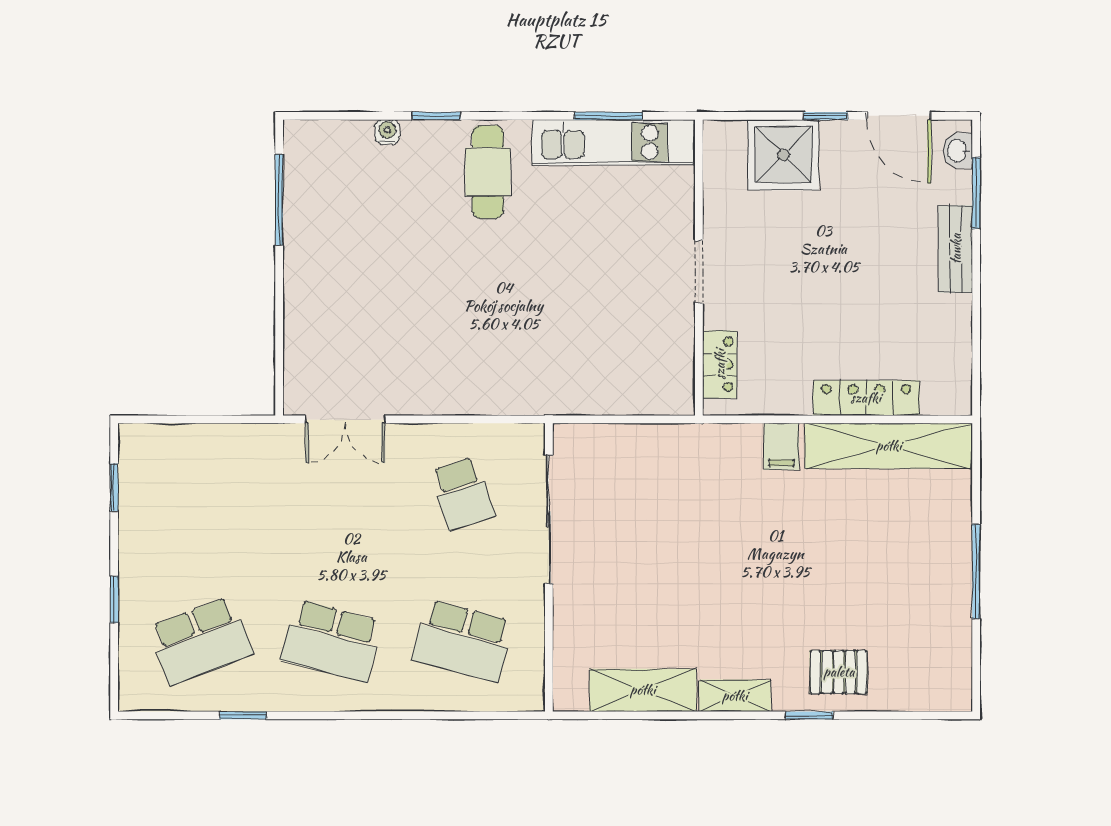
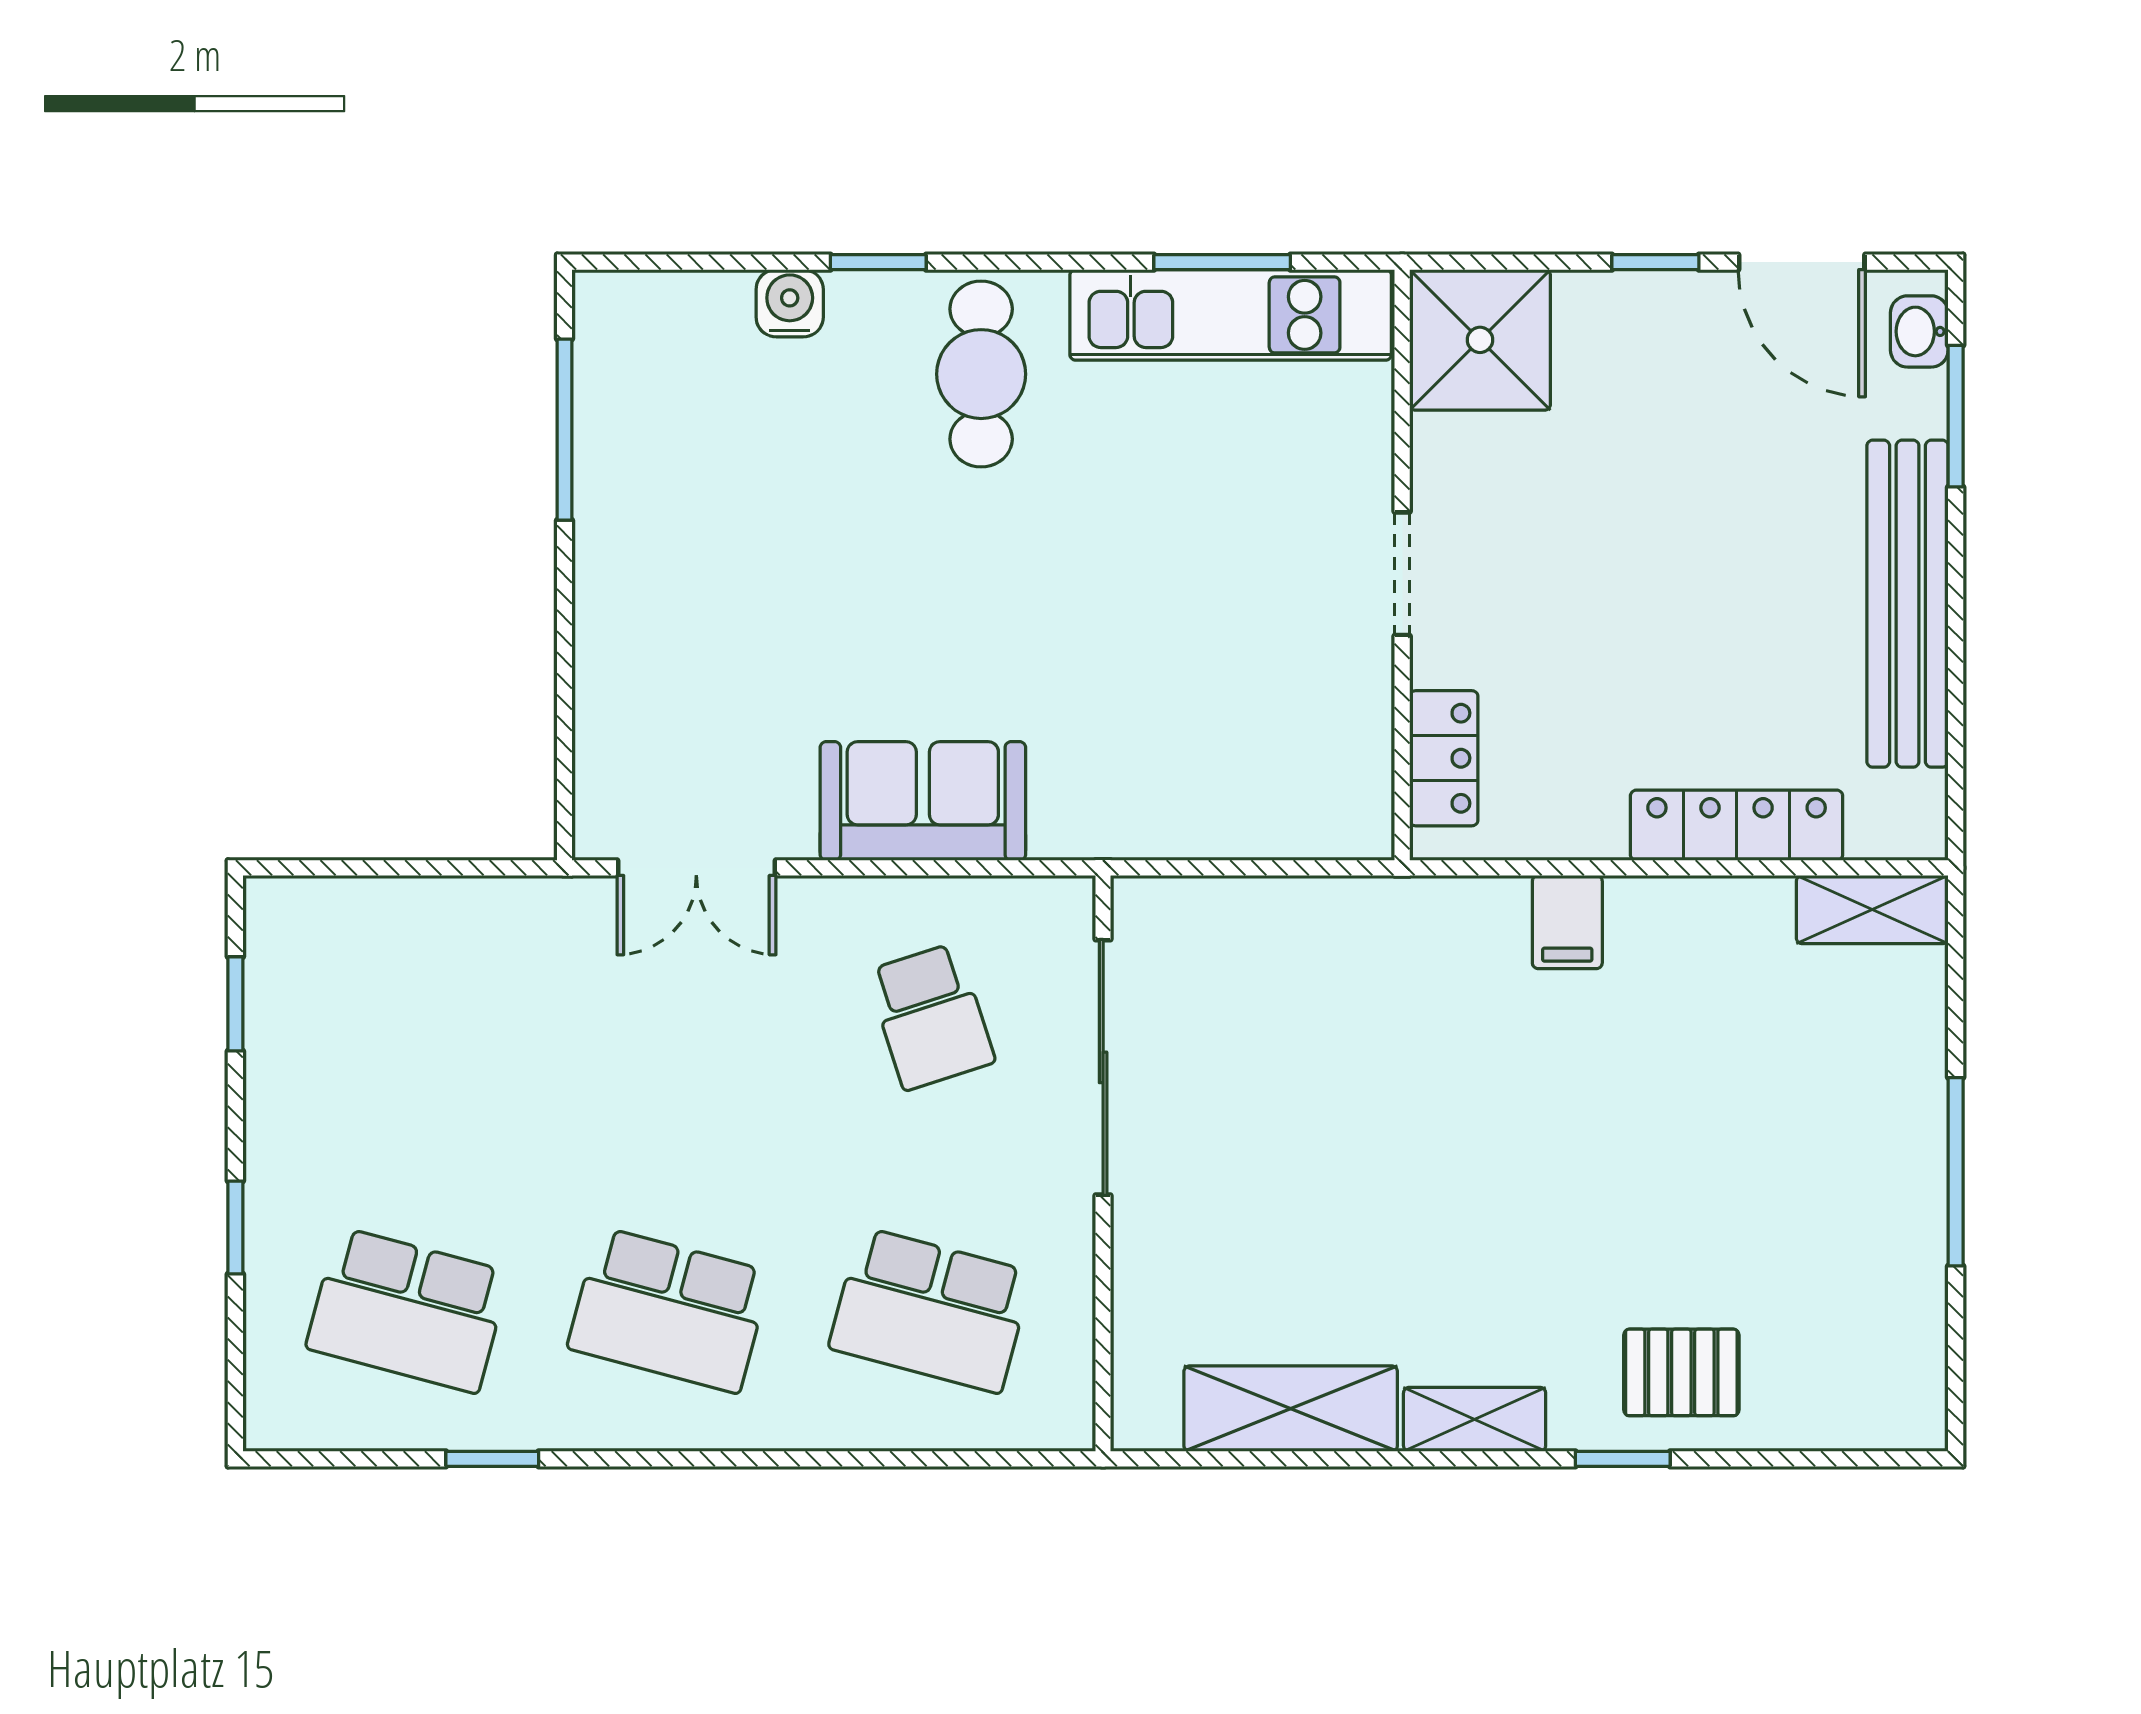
water cooler: (387, 132) -> (790, 303), width x1.38, depth x1.38
shower: (783, 155) -> (1480, 340), moved
bench: (956, 249) -> (1908, 604), width x1.86, depth x1.21
sofa: (459, 386) -> (923, 801), added
shelving: (889, 446) -> (1872, 910), width x0.45, depth x0.75
school desk: (201, 641) -> (408, 1310), turned 36

